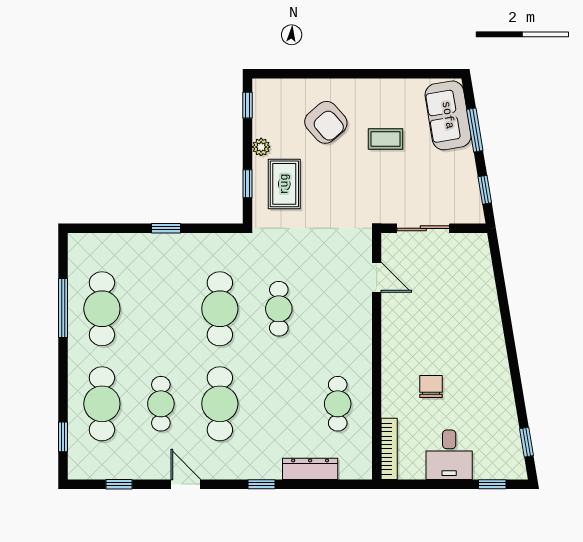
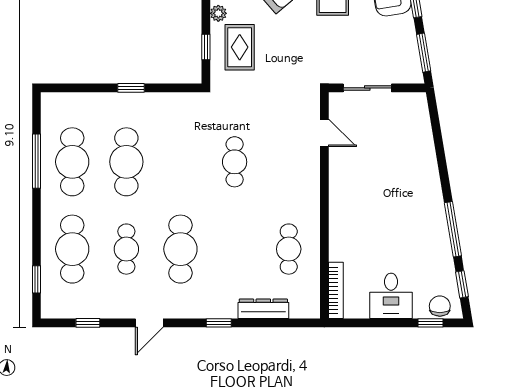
window: (485, 190) -> (424, 53), width x1.50
cafe table: (220, 309) -> (126, 162), moved
window: (517, 382) -> (453, 229), added
chair: (431, 386) -> (440, 306), moved
door: (186, 484) -> (149, 323), swing flipped

